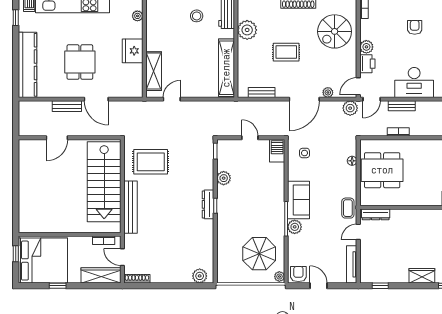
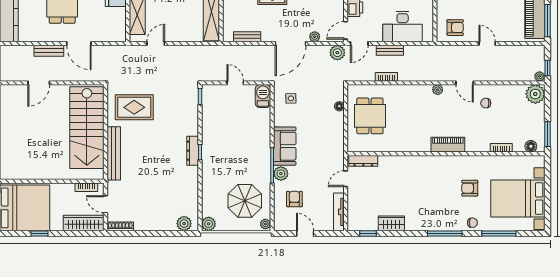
dining table: (382, 170) -> (370, 116), width x0.73
plant: (224, 178) -> (209, 224), moved
coffee table: (348, 208) -> (335, 154), removed
armchair: (298, 274) -> (294, 199), moved
wardrobe: (422, 276) -> (391, 223), moved

